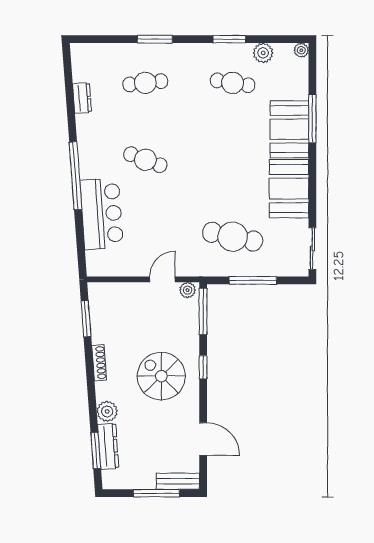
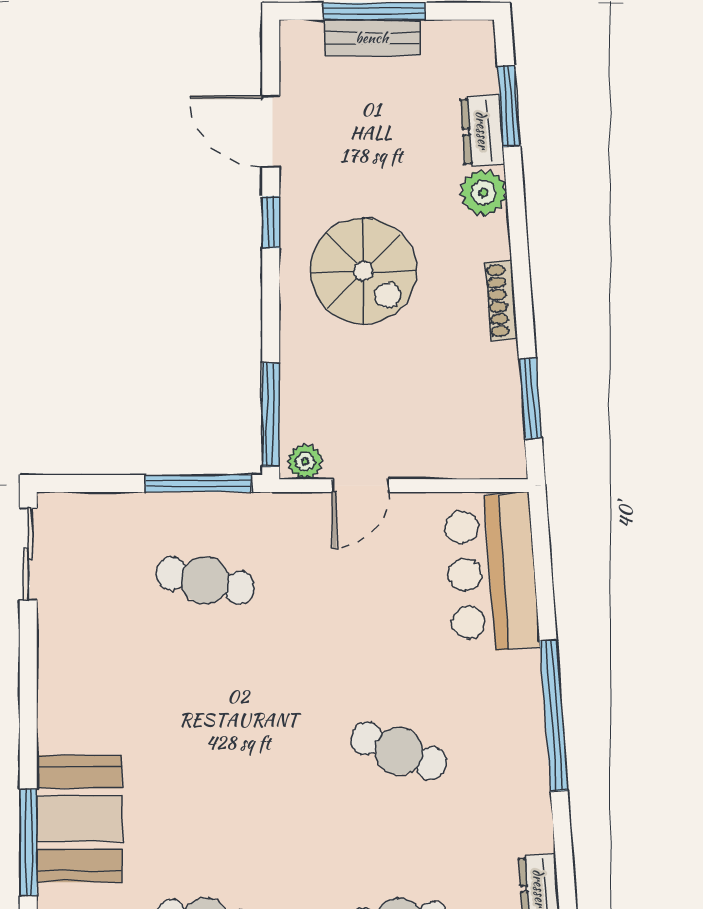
booth: (289, 189) -> (80, 687), removed
bar counter: (102, 214) -> (491, 573), moved
cafe table: (233, 237) -> (205, 580), width x0.73, depth x0.74
window: (253, 280) -> (198, 483), moved
window: (203, 367) -> (271, 222), moved
dresser: (108, 446) -> (482, 130), width x0.70
bench: (178, 481) -> (372, 38), moved

